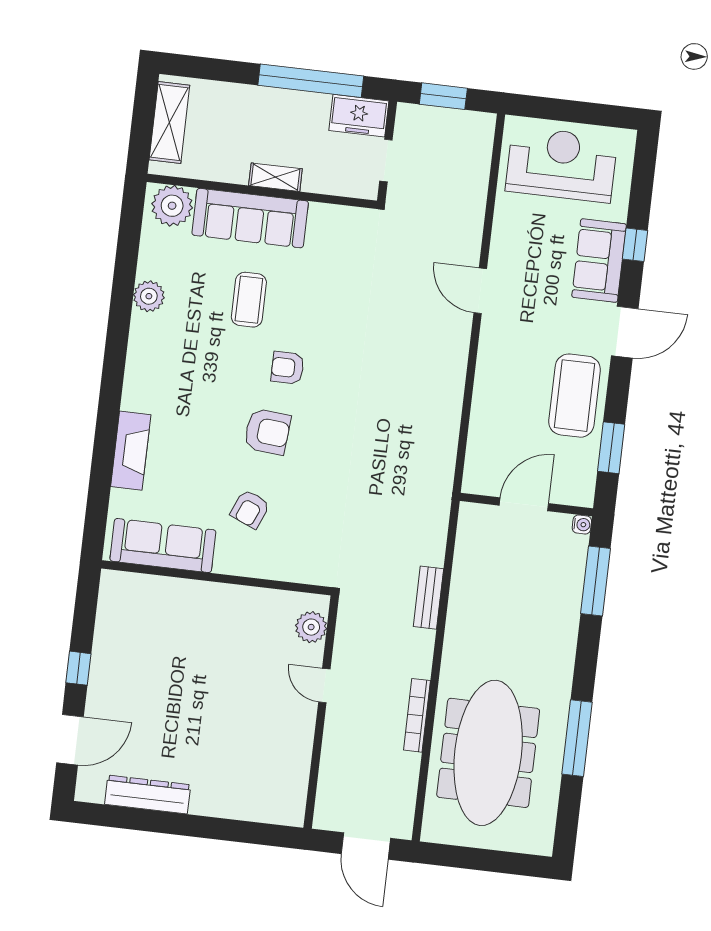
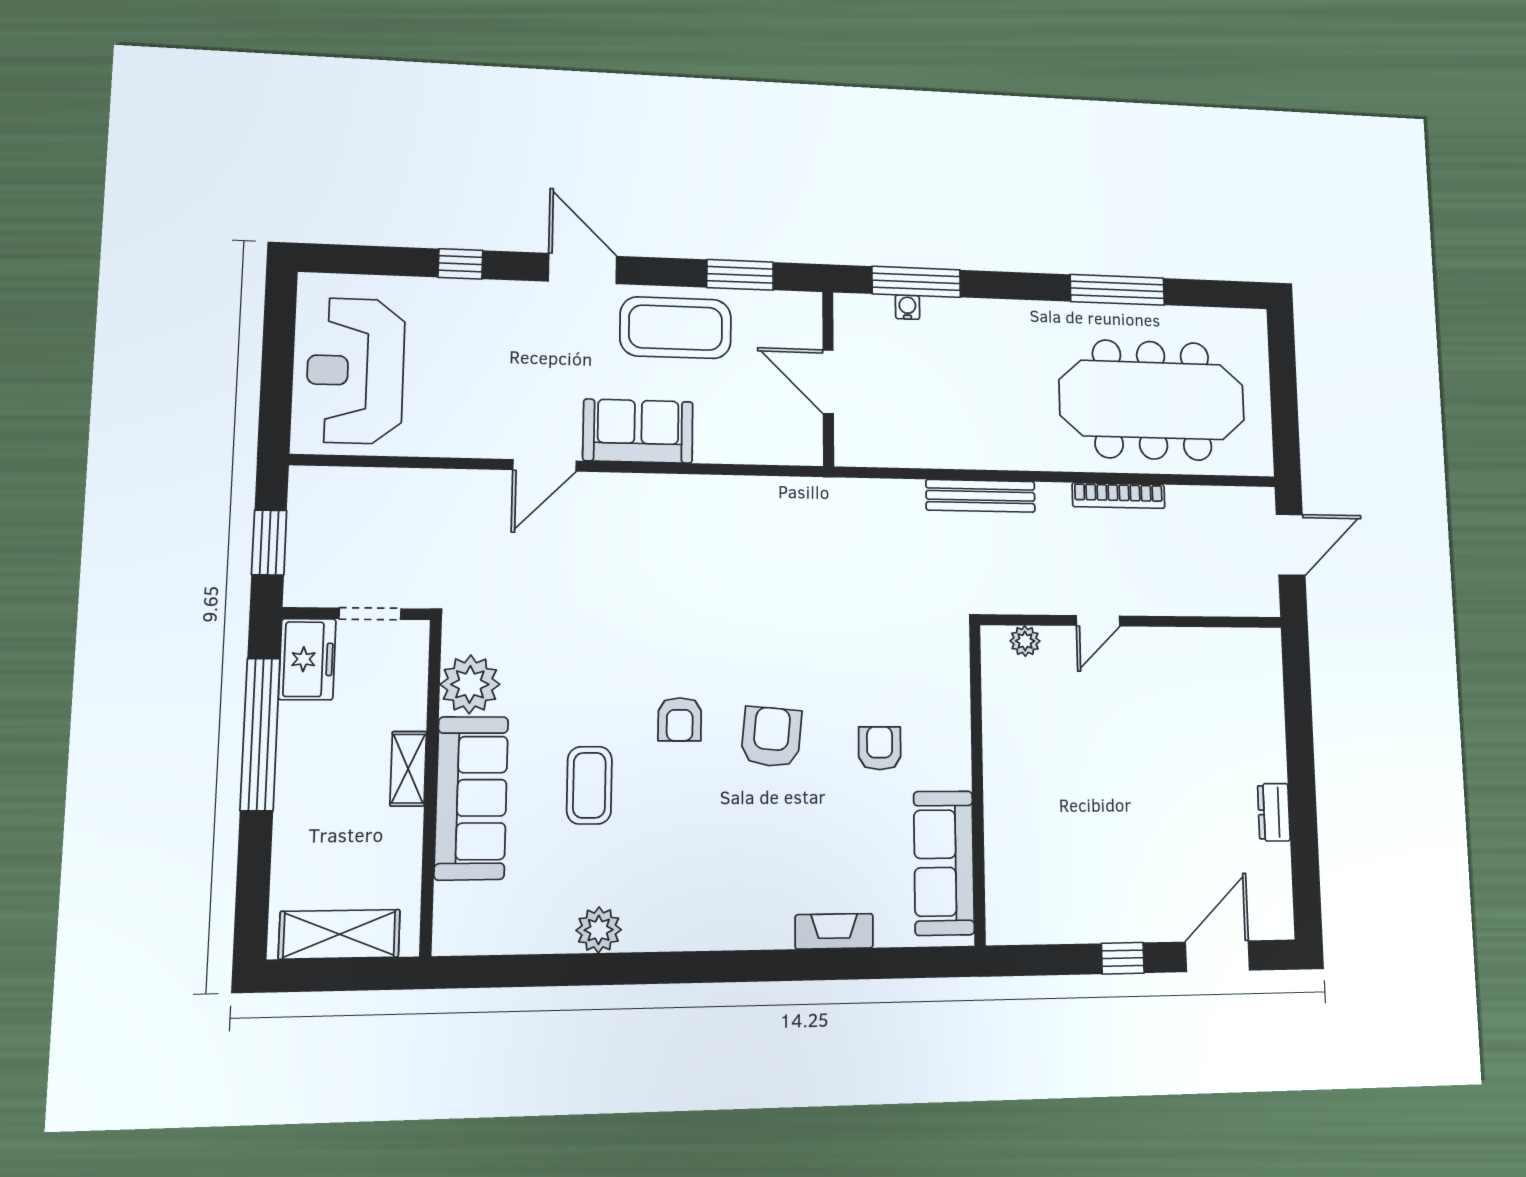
plant: (172, 206) -> (470, 684), moved
sofa: (599, 261) -> (638, 431), moved, turned 180
coffee table: (249, 300) -> (589, 785), turned 90
fireplace: (131, 451) -> (834, 931), width x0.73, depth x0.76
armchair: (250, 509) -> (880, 748), turned -113
water cooler: (582, 524) -> (907, 307), moved
bench: (428, 598) -> (981, 496), width x1.36
plant: (311, 627) -> (1025, 641), width x0.73, depth x0.73
door: (70, 740) -> (1217, 956), hinge flipped
dresser: (148, 794) -> (1274, 812), width x0.51, depth x0.80

